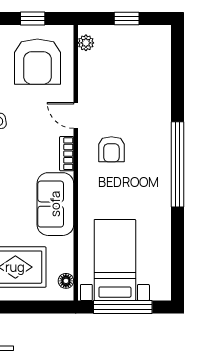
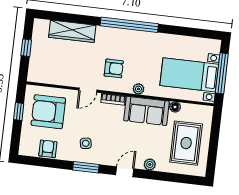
plant: (86, 43) -> (138, 89), moved
armchair: (37, 62) -> (48, 112), turned 180
wardrobe: (158, 83) -> (72, 31), added
floor lamp: (66, 281) -> (175, 107), moved

